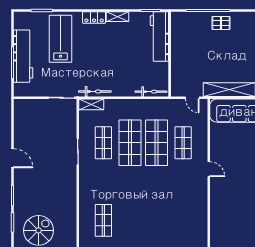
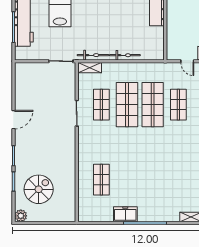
bicycle: (151, 92) -> (125, 55), moved
door: (12, 158) -> (13, 120), hinge flipped

